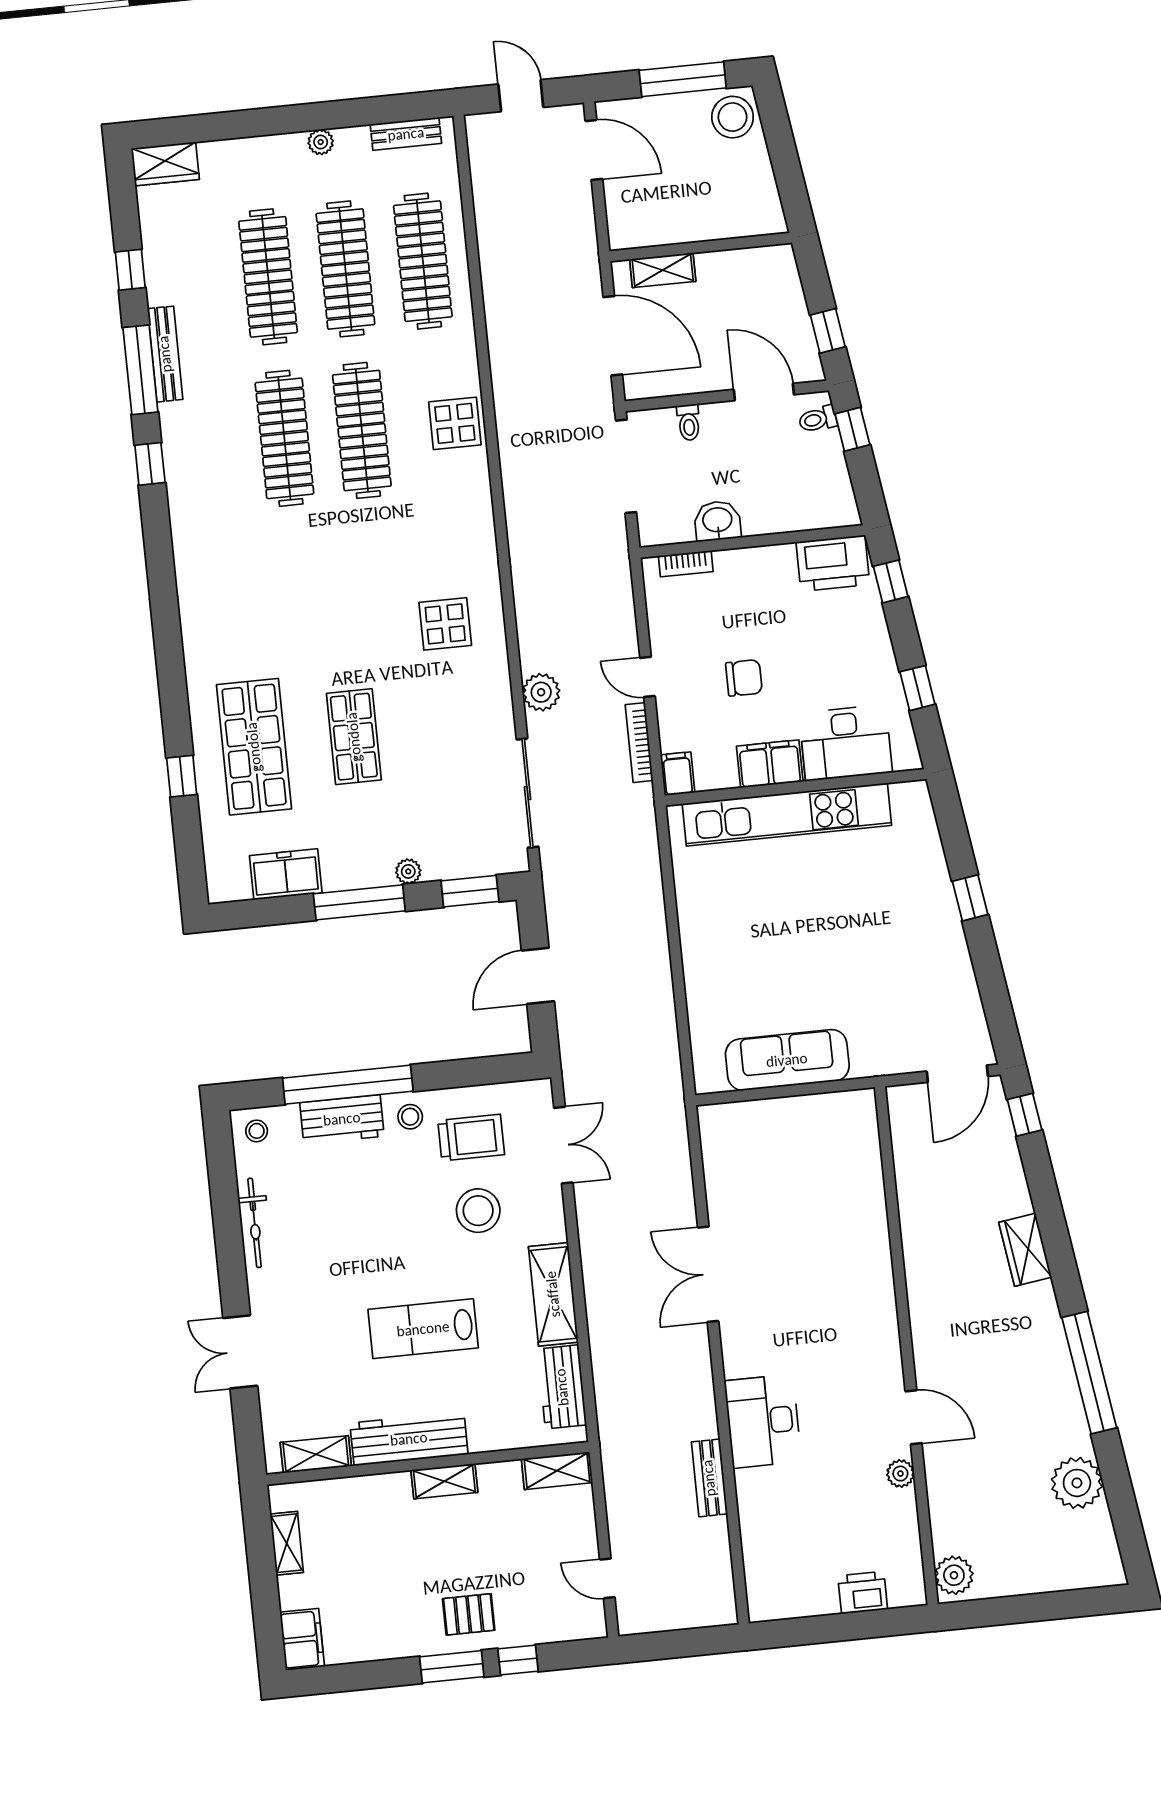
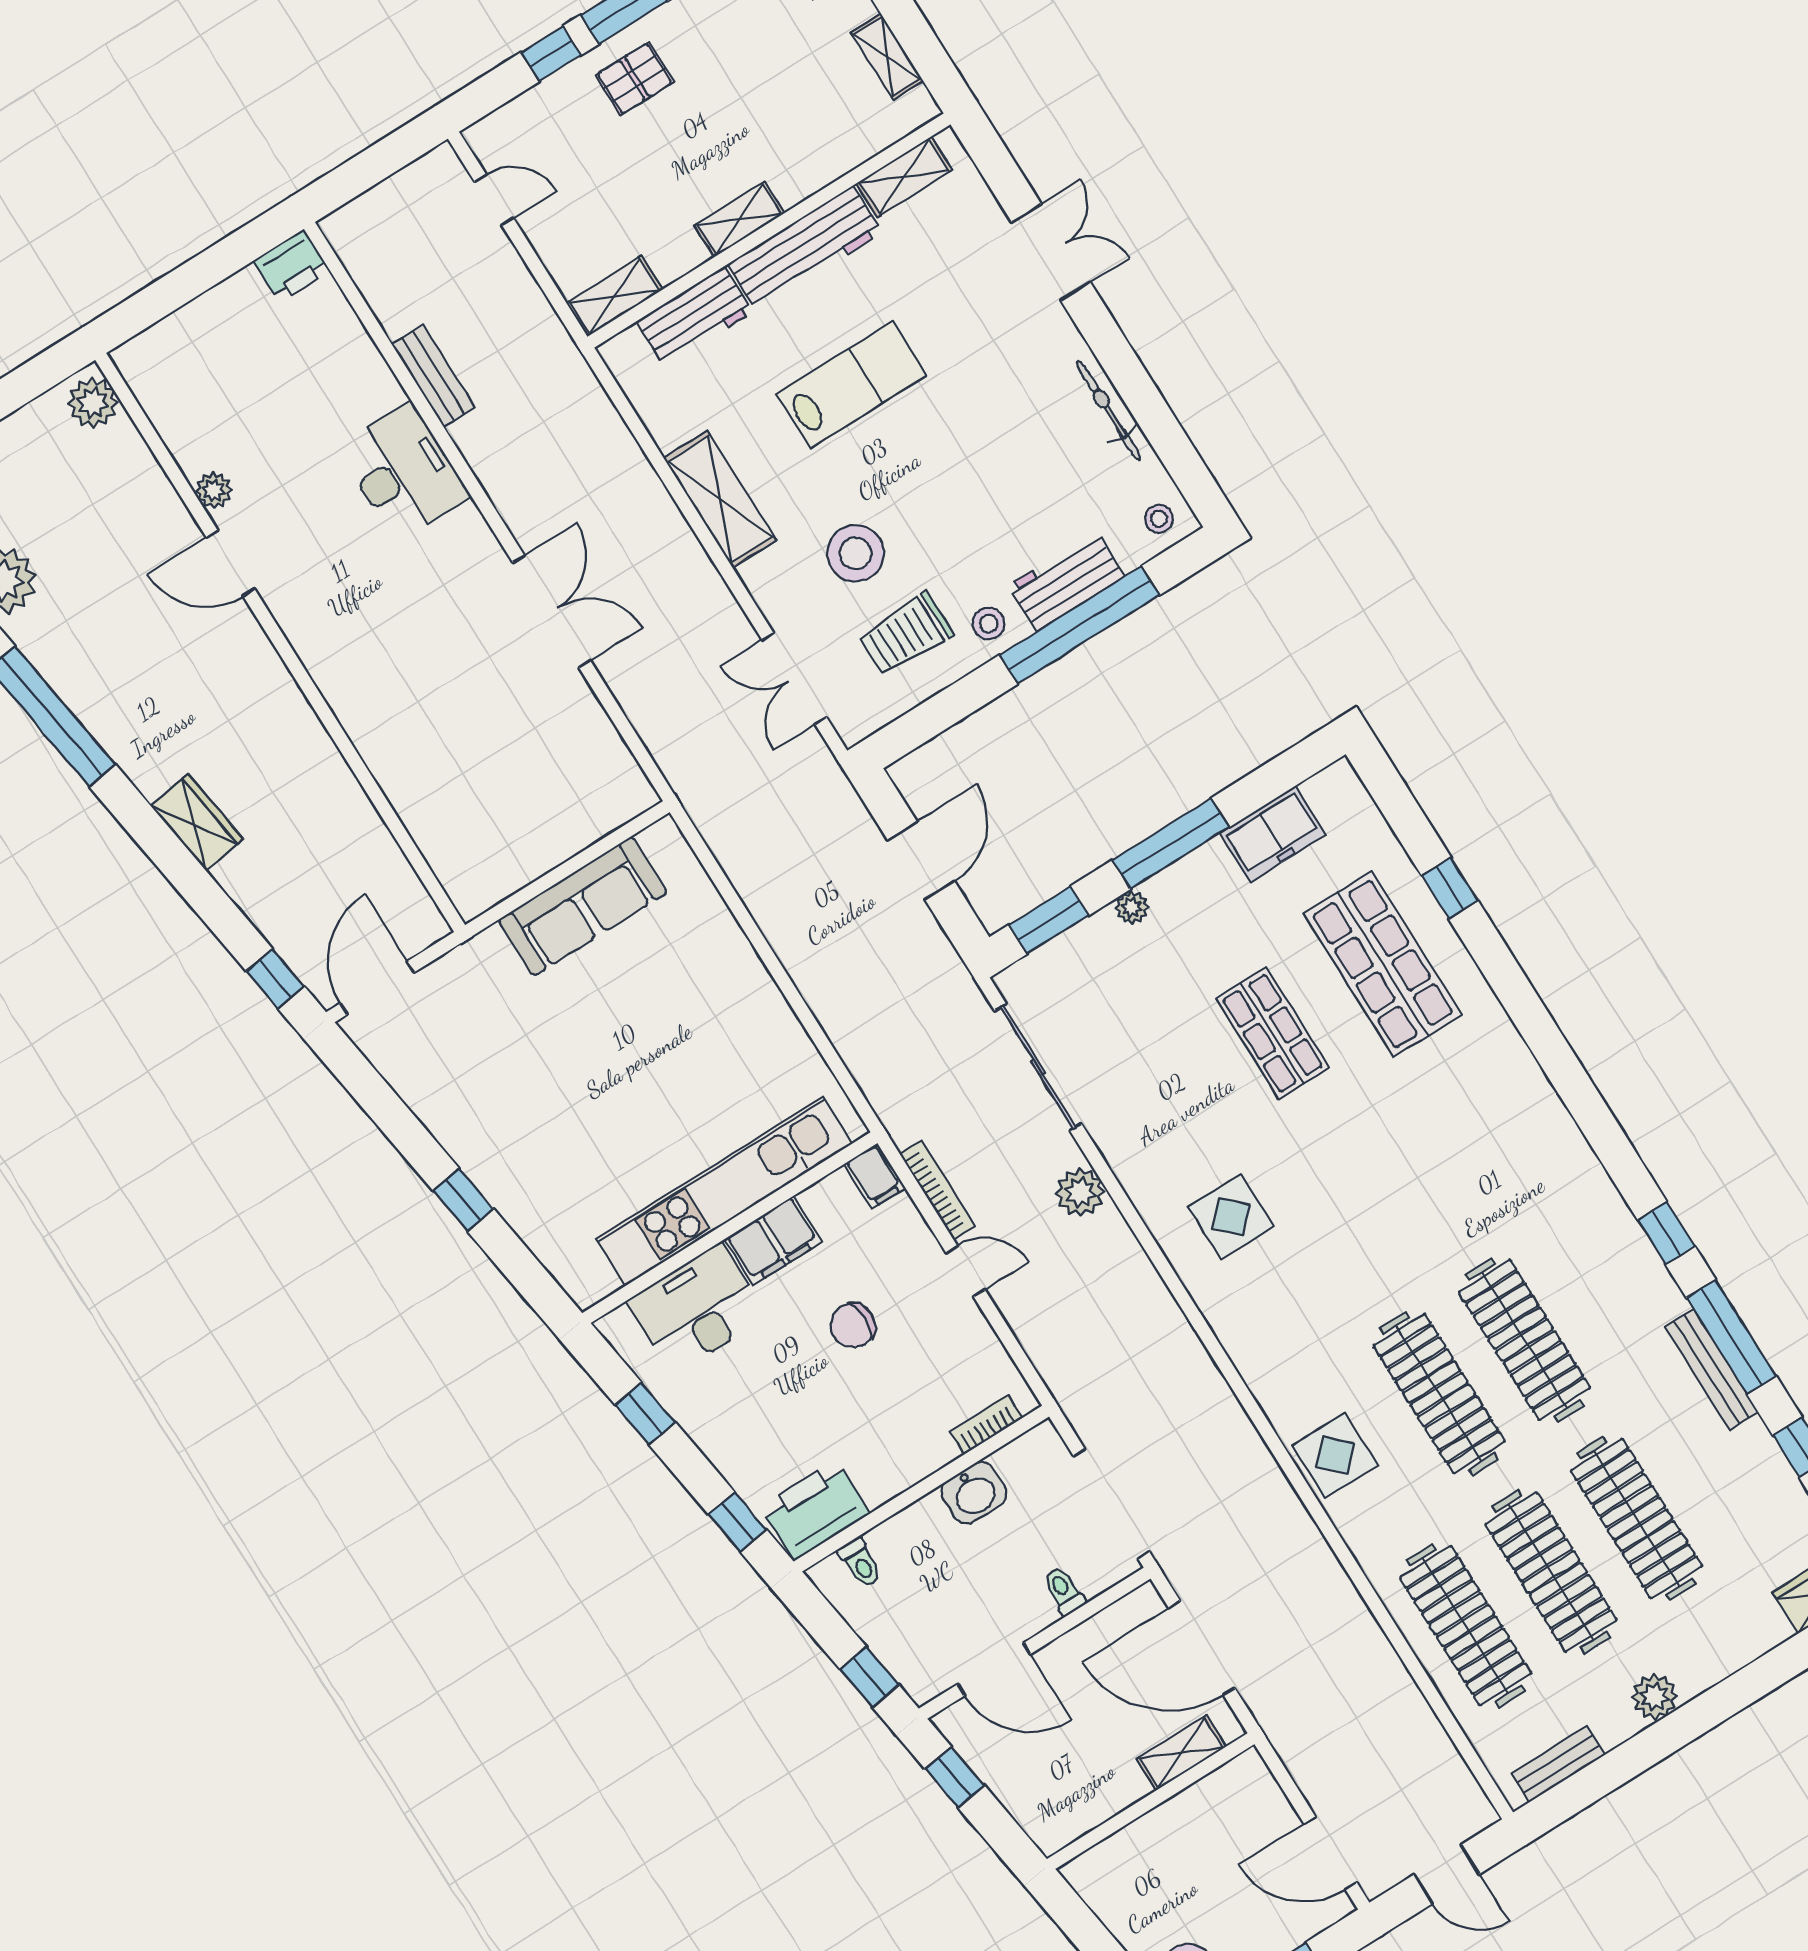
plant: (321, 142) -> (1655, 1697), width x1.38, depth x1.38
toilet: (818, 419) -> (860, 1563), moved, turned 98
workbench: (562, 1387) -> (694, 317), moved, turned 90
printer: (863, 1593) -> (292, 266), moved

